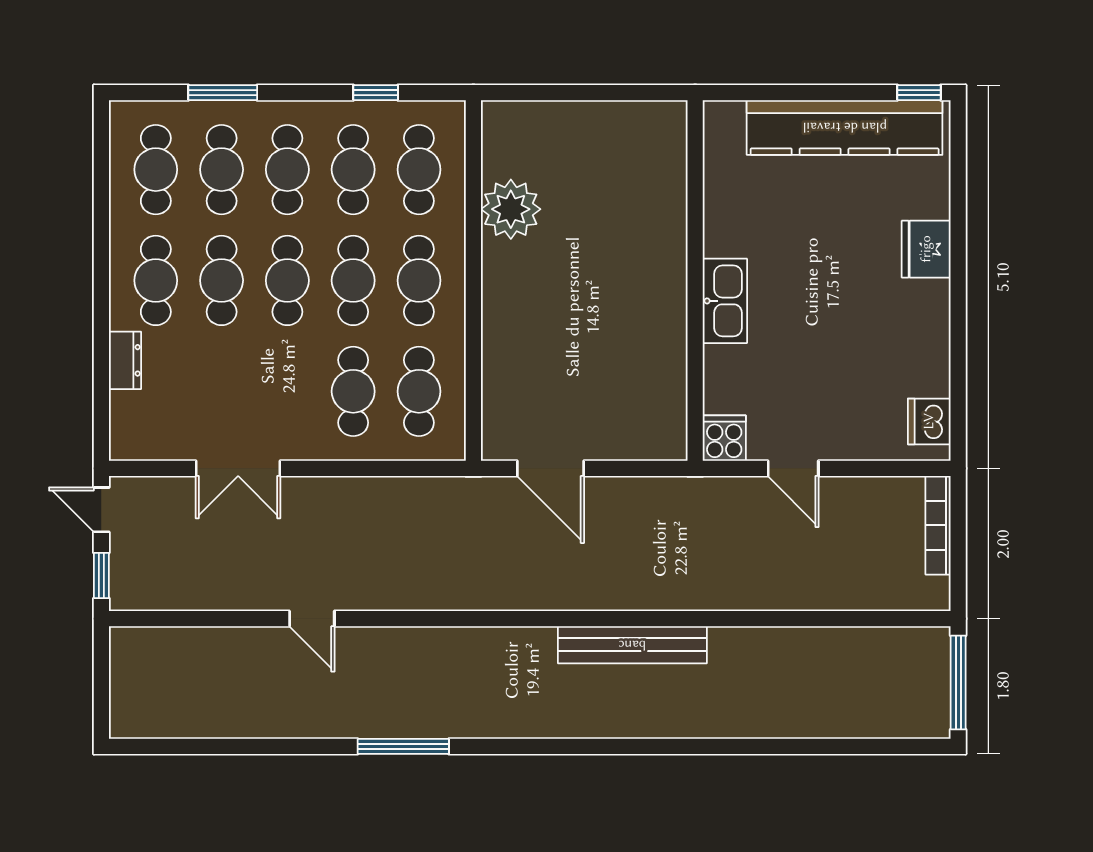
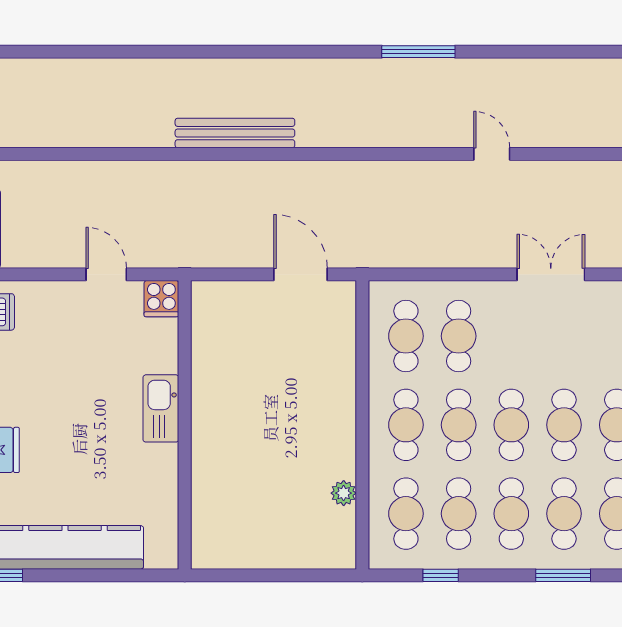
plant: (511, 209) -> (344, 493), width x0.53, depth x0.53

